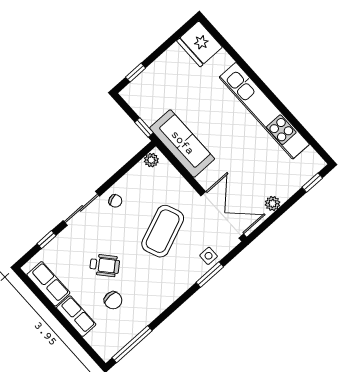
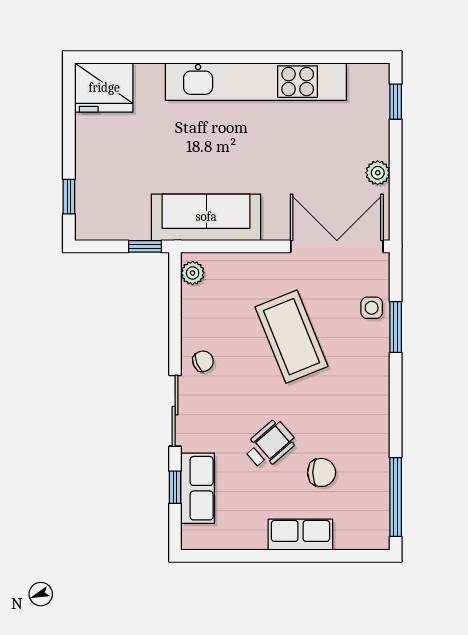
row of seats: (48, 284) -> (198, 488), moved, turned 90

